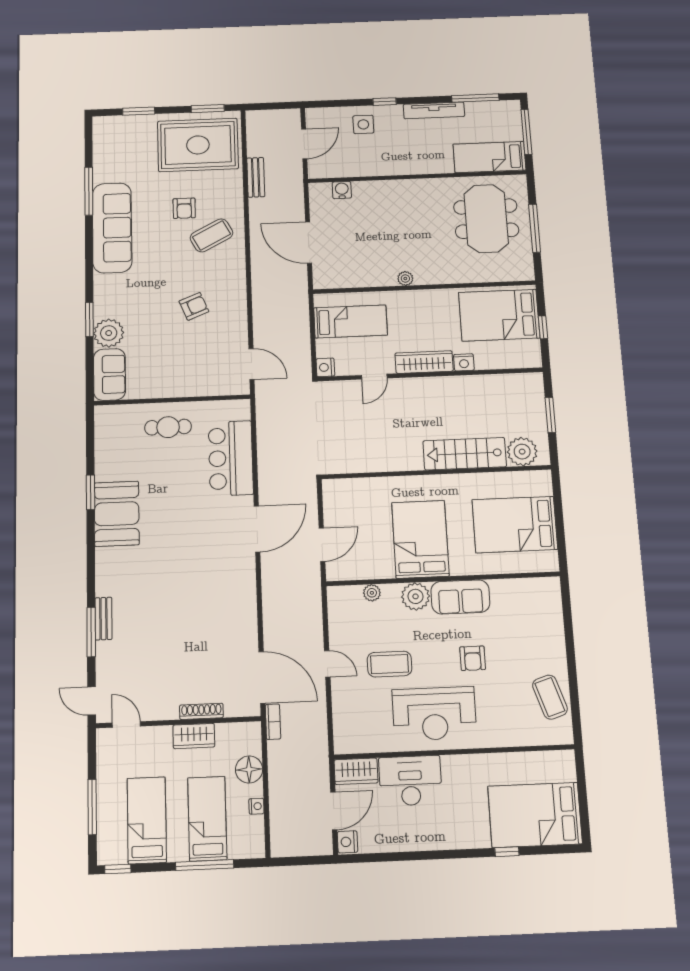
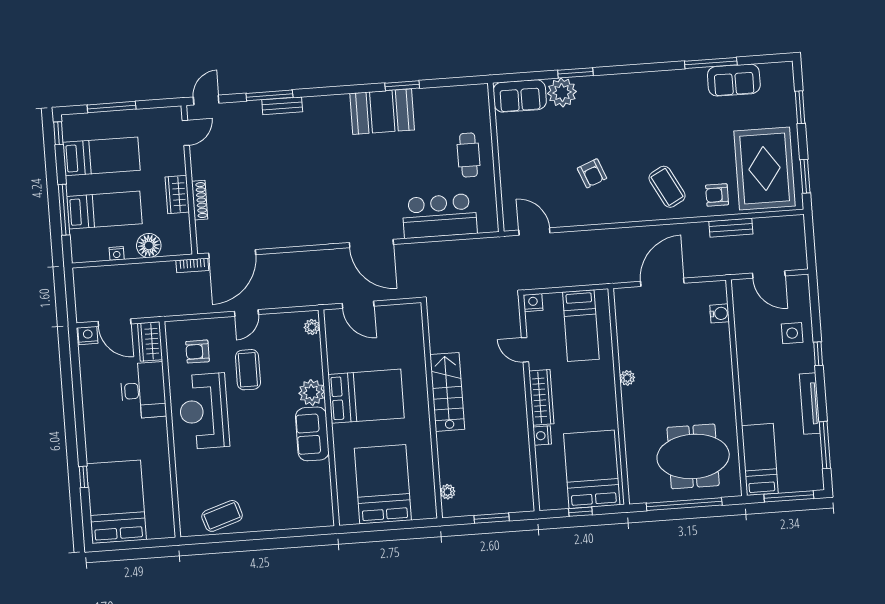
armchair: (184, 208) -> (717, 195), moved
sofa: (112, 228) -> (734, 80), moved, width x0.54, depth x0.79
window: (535, 228) -> (684, 504), width x1.46
door: (251, 364) -> (534, 232), swing flipped
plant: (522, 452) -> (448, 492), width x0.53, depth x0.53
stairs: (465, 454) -> (447, 392), moved
plant: (372, 593) -> (312, 327), moved
armchair: (473, 658) -> (197, 352), moved

